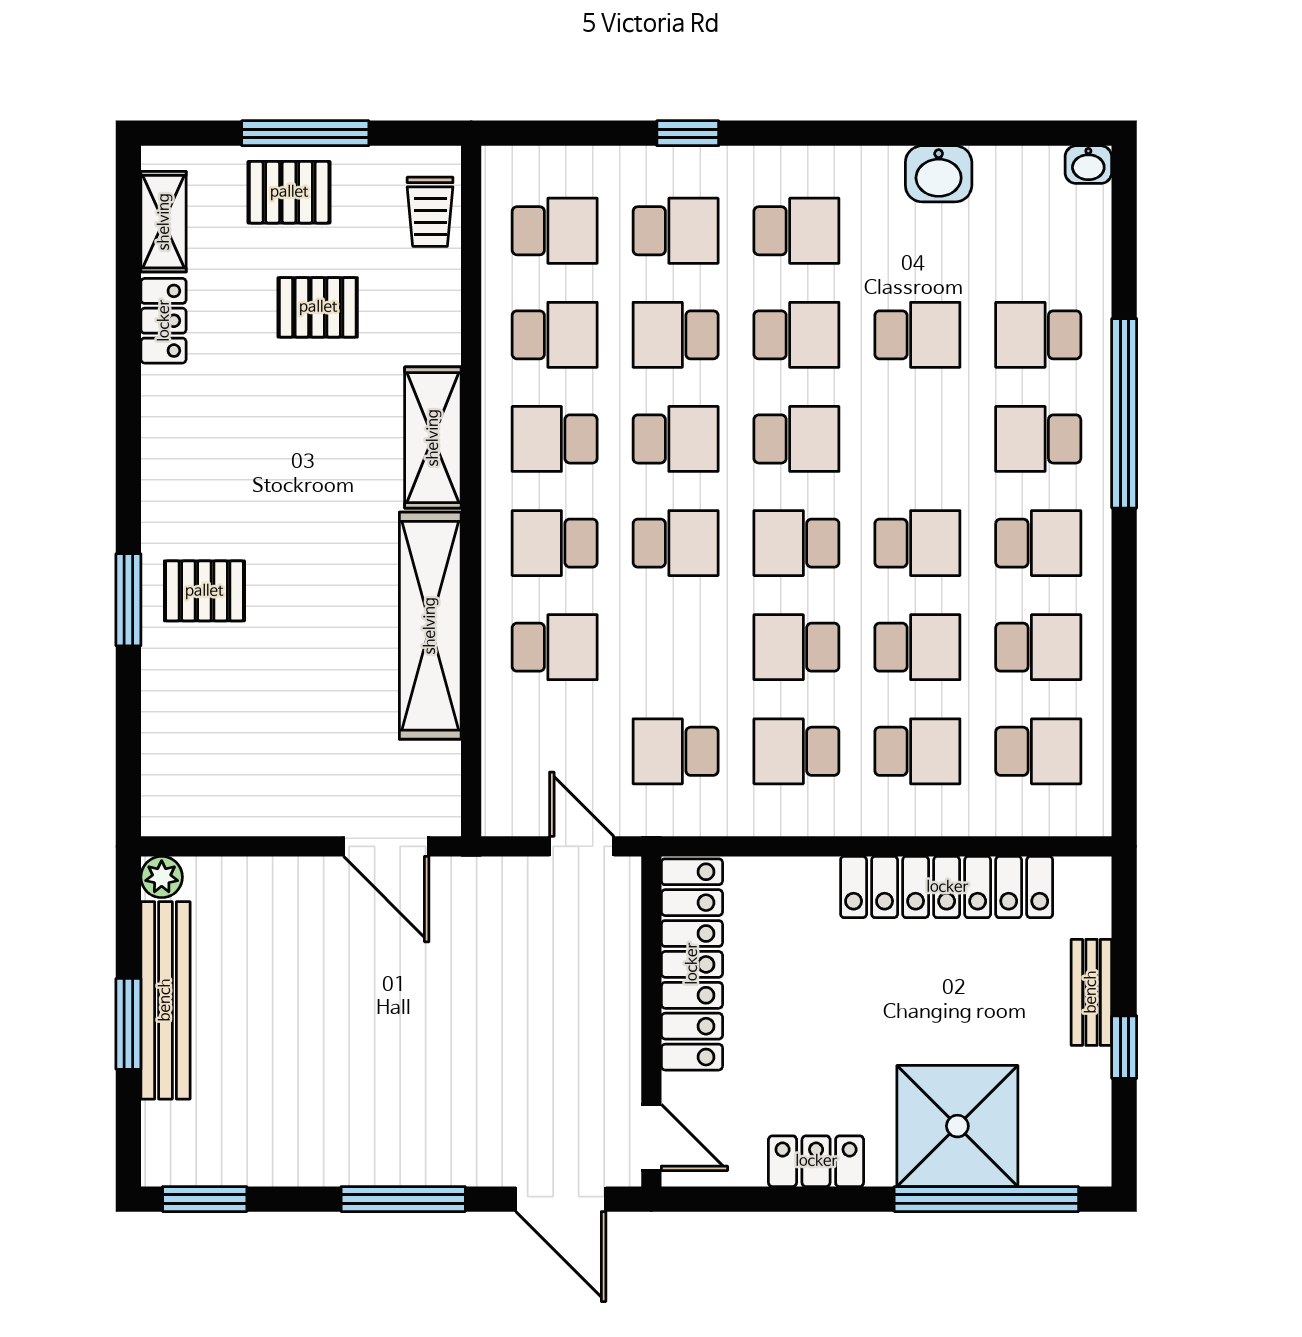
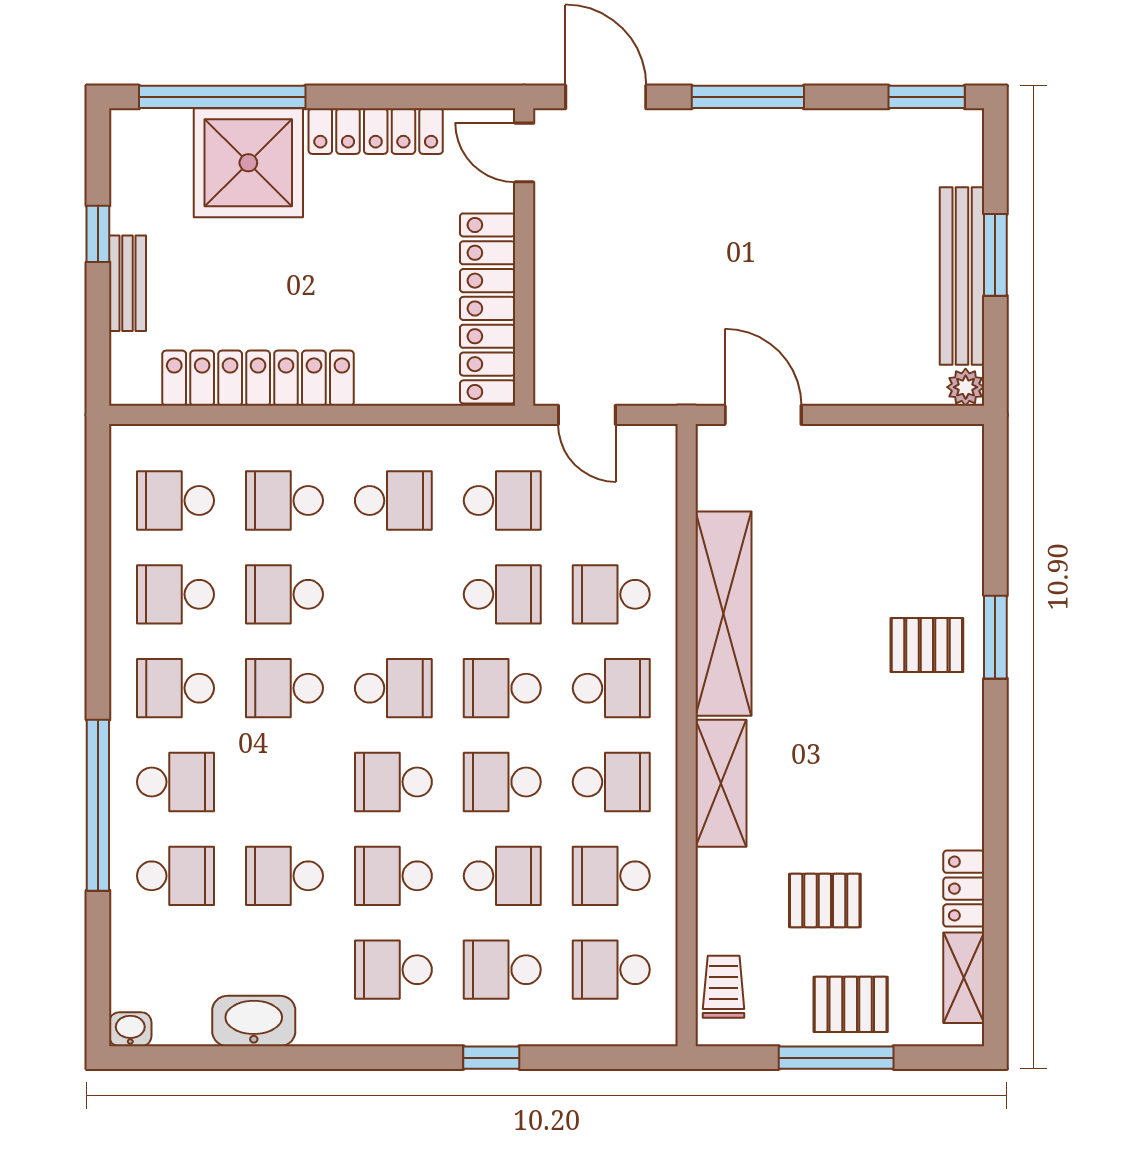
washbasin: (939, 174) -> (254, 1021), width x1.38
school desk: (796, 647) -> (502, 594), moved
locker: (816, 1161) -> (376, 131), width x1.53

